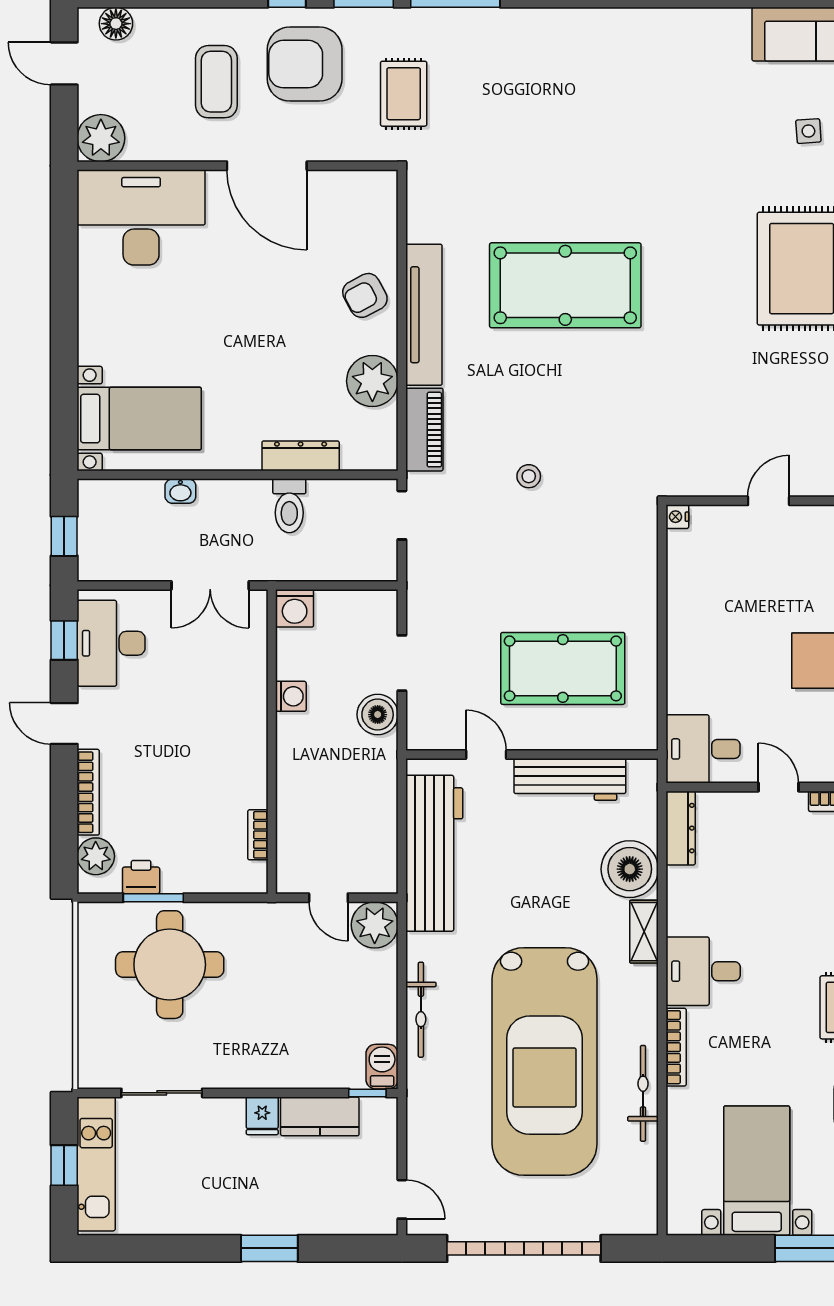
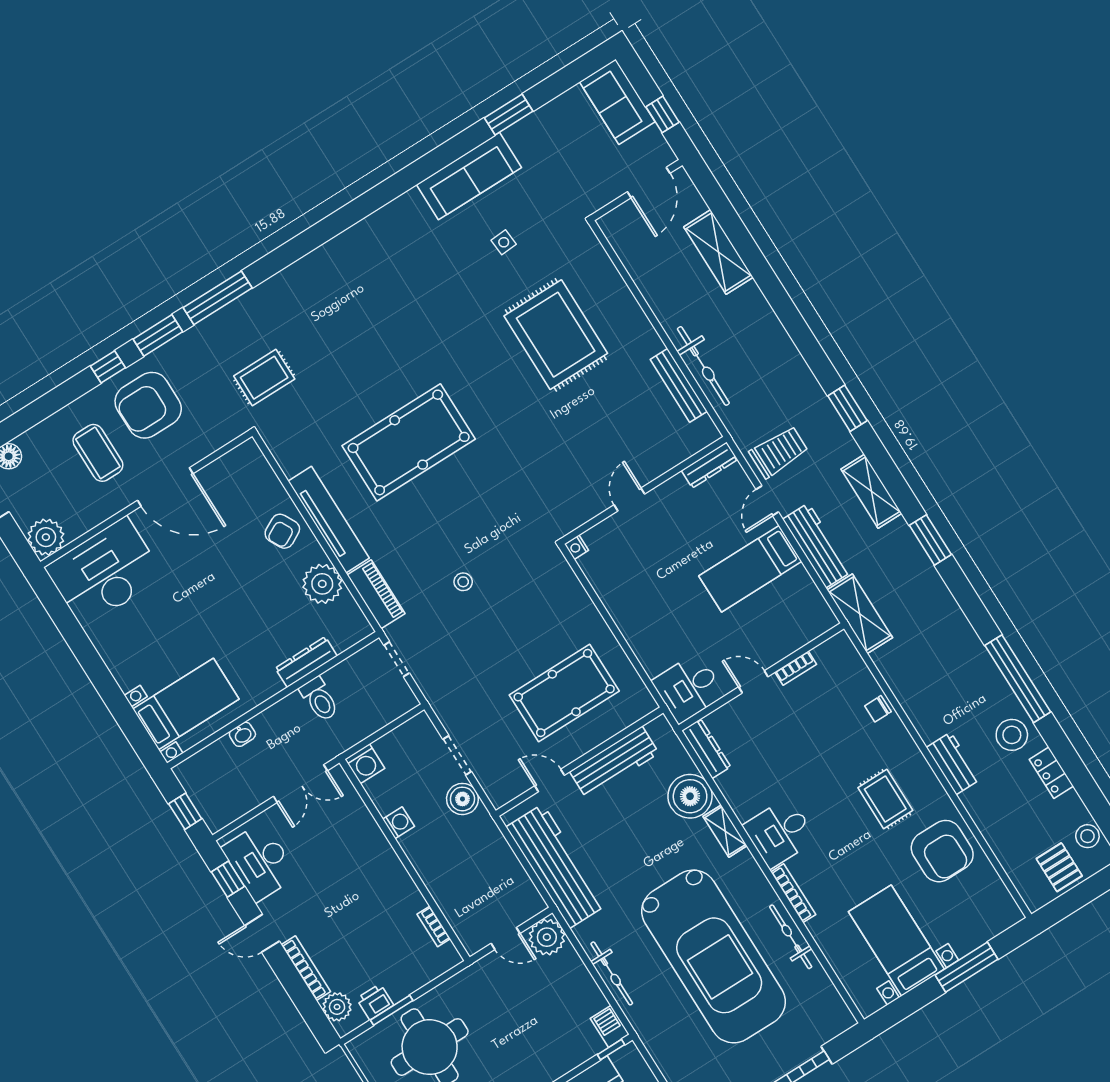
rug: (404, 94) -> (264, 378), moved, turned 90

